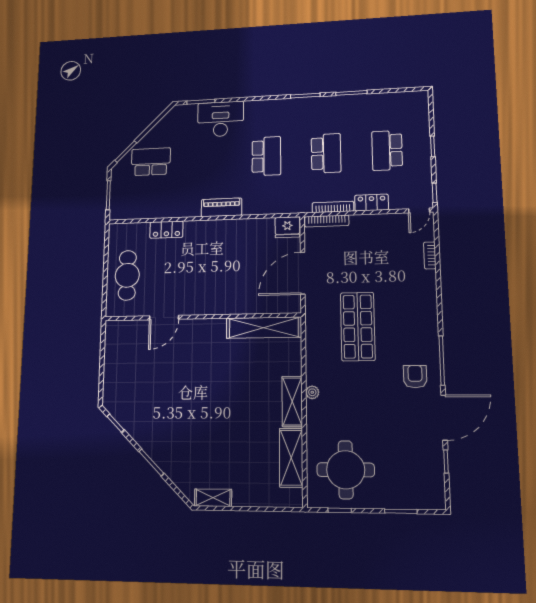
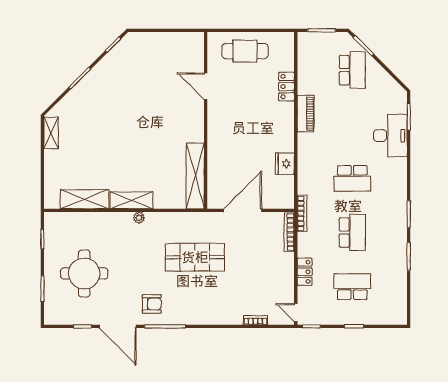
school desk: (326, 153) -> (352, 233), turned -90
piano: (221, 207) -> (306, 114), moved
bookcase: (333, 207) -> (302, 213), moved
fridge: (287, 227) -> (285, 164), moved
door: (303, 273) -> (243, 210), hinge flipped
round table: (346, 470) -> (84, 273), moved

